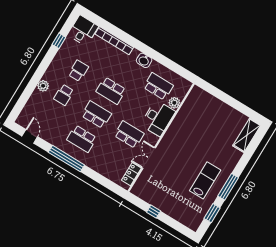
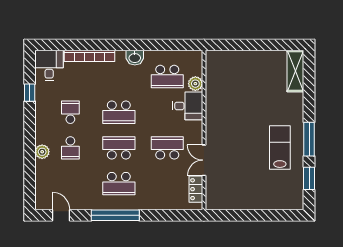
school desk: (158, 86) -> (167, 77), turned 180
desk: (158, 118) -> (188, 106), width x0.73
window: (154, 212) -> (245, 215), removed

